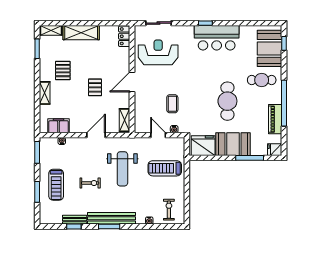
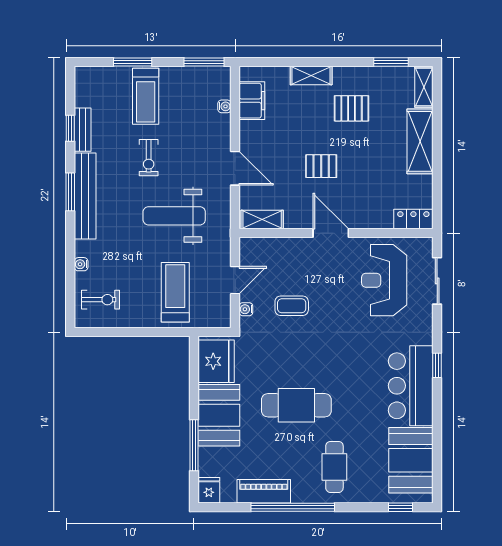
booth: (269, 48) -> (411, 460), moved, turned 90
reception desk: (158, 52) -> (384, 280), turned 180
treadmill: (56, 185) -> (146, 96), turned -90

